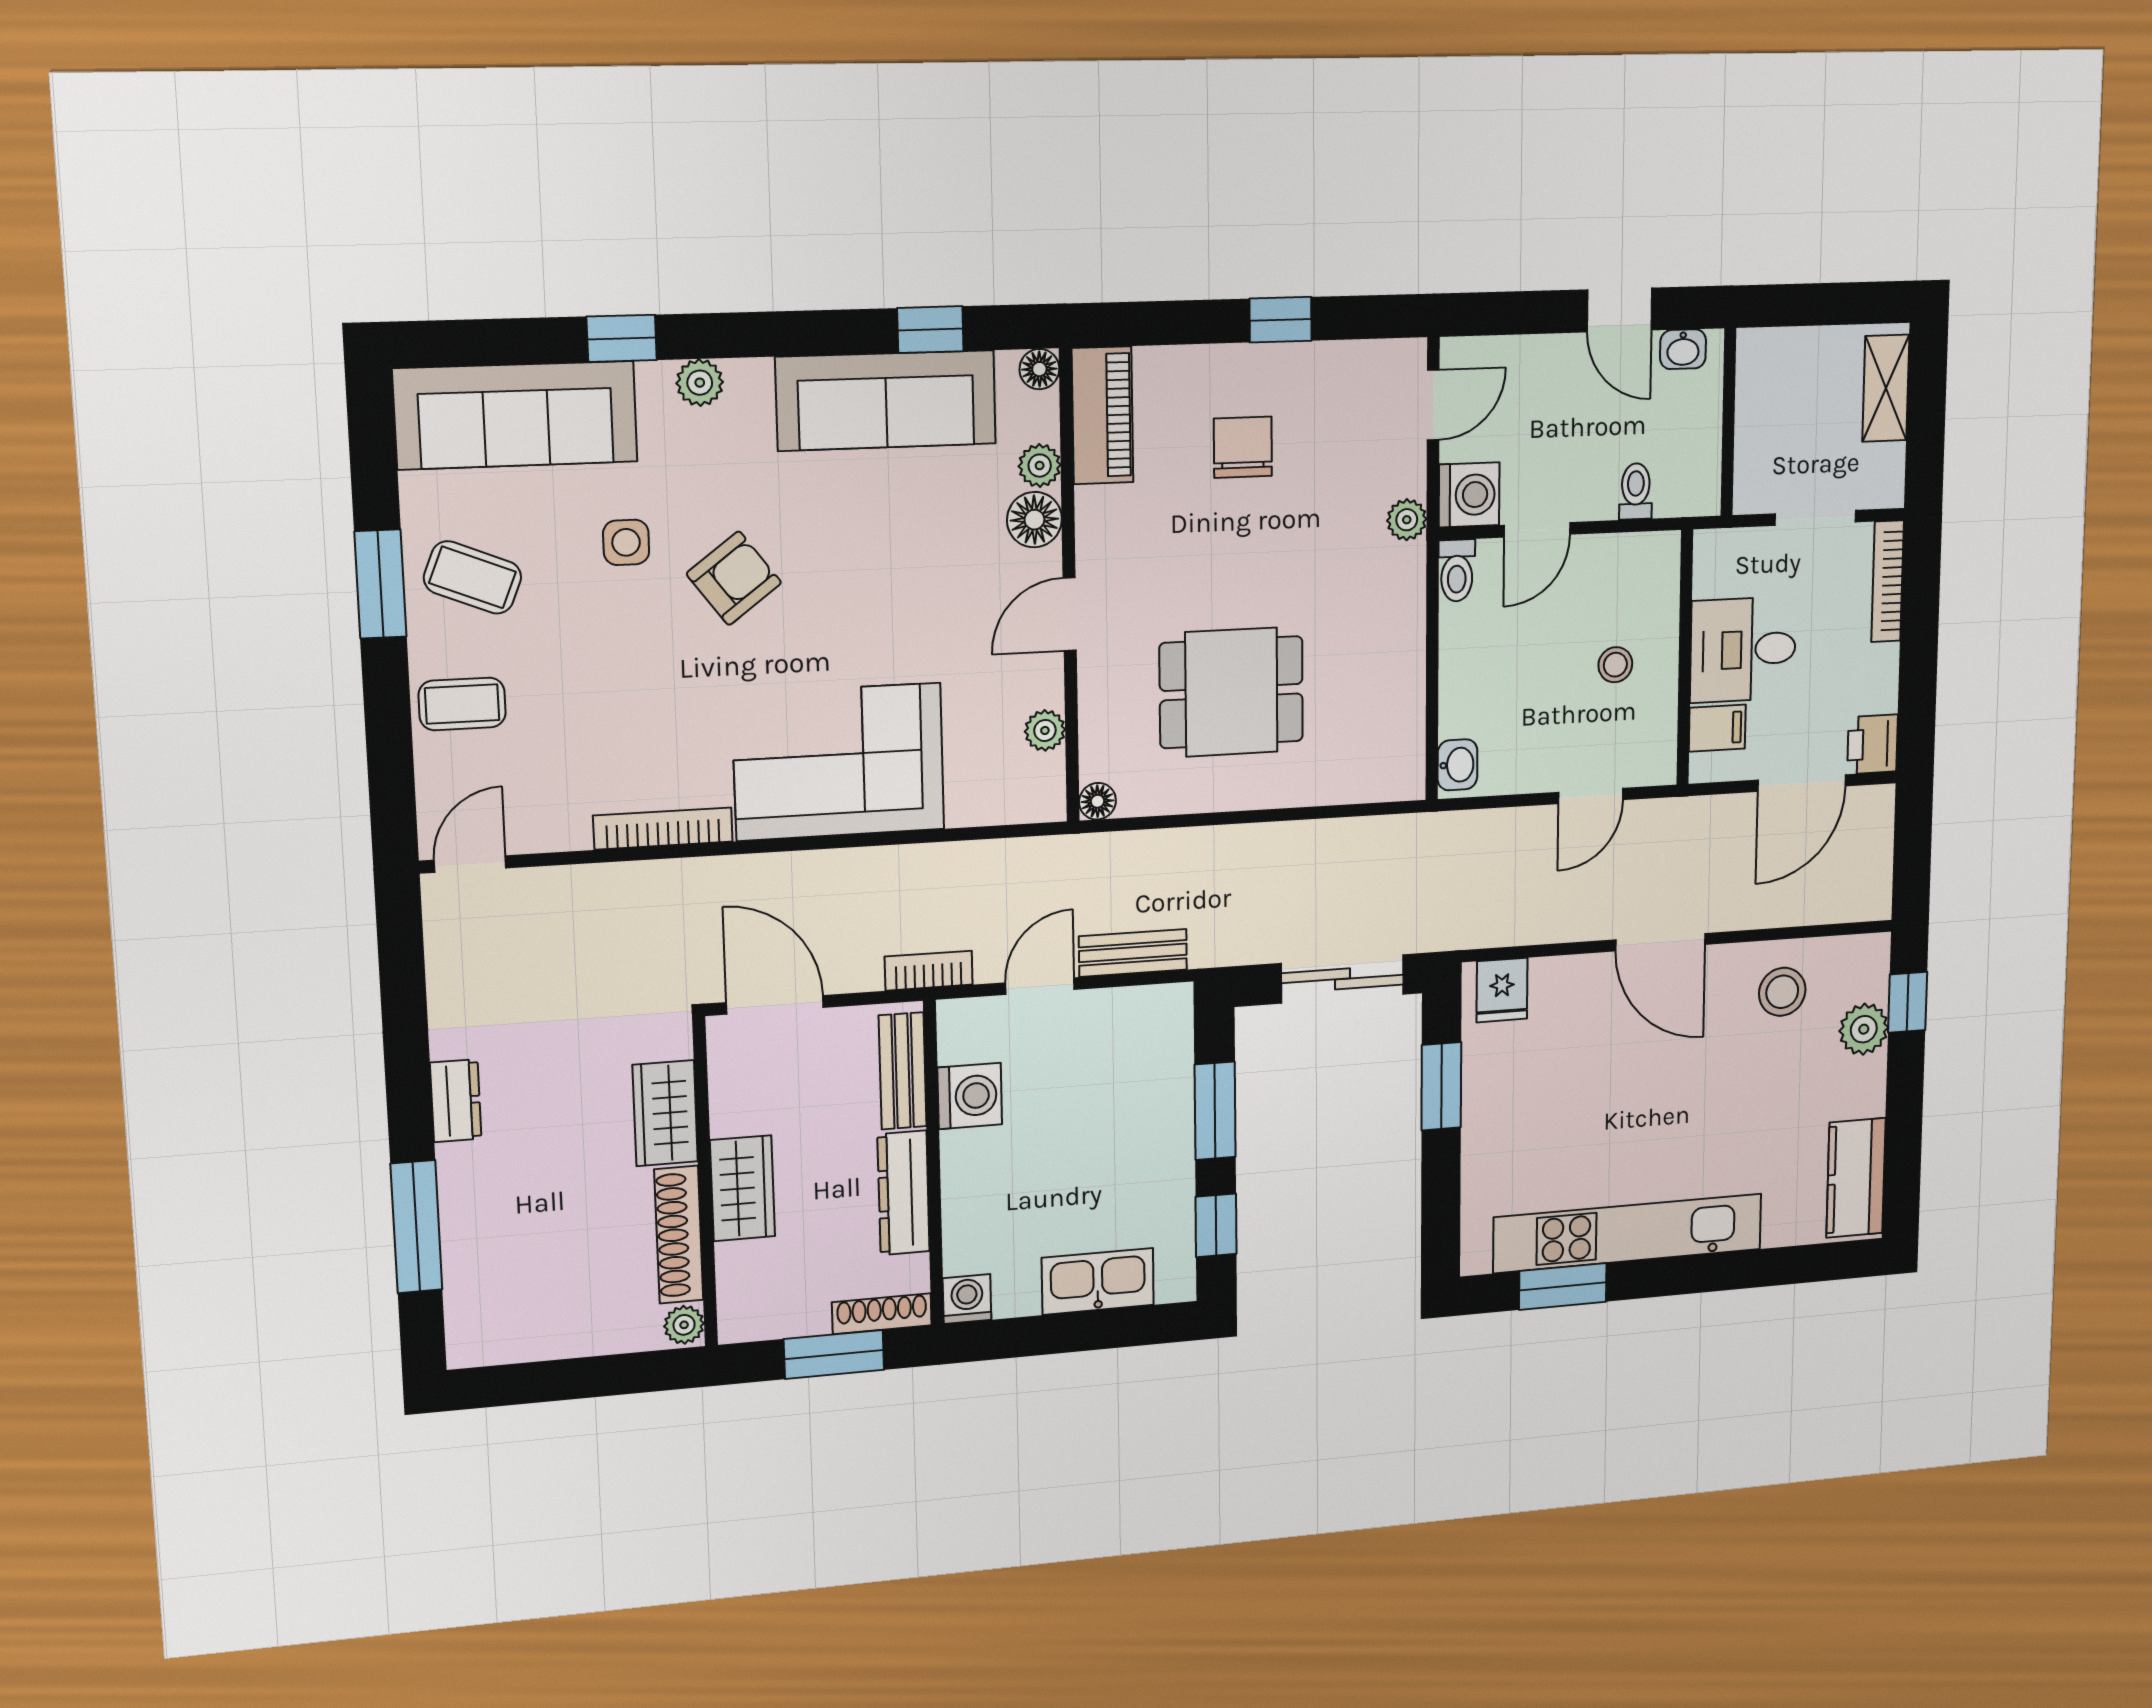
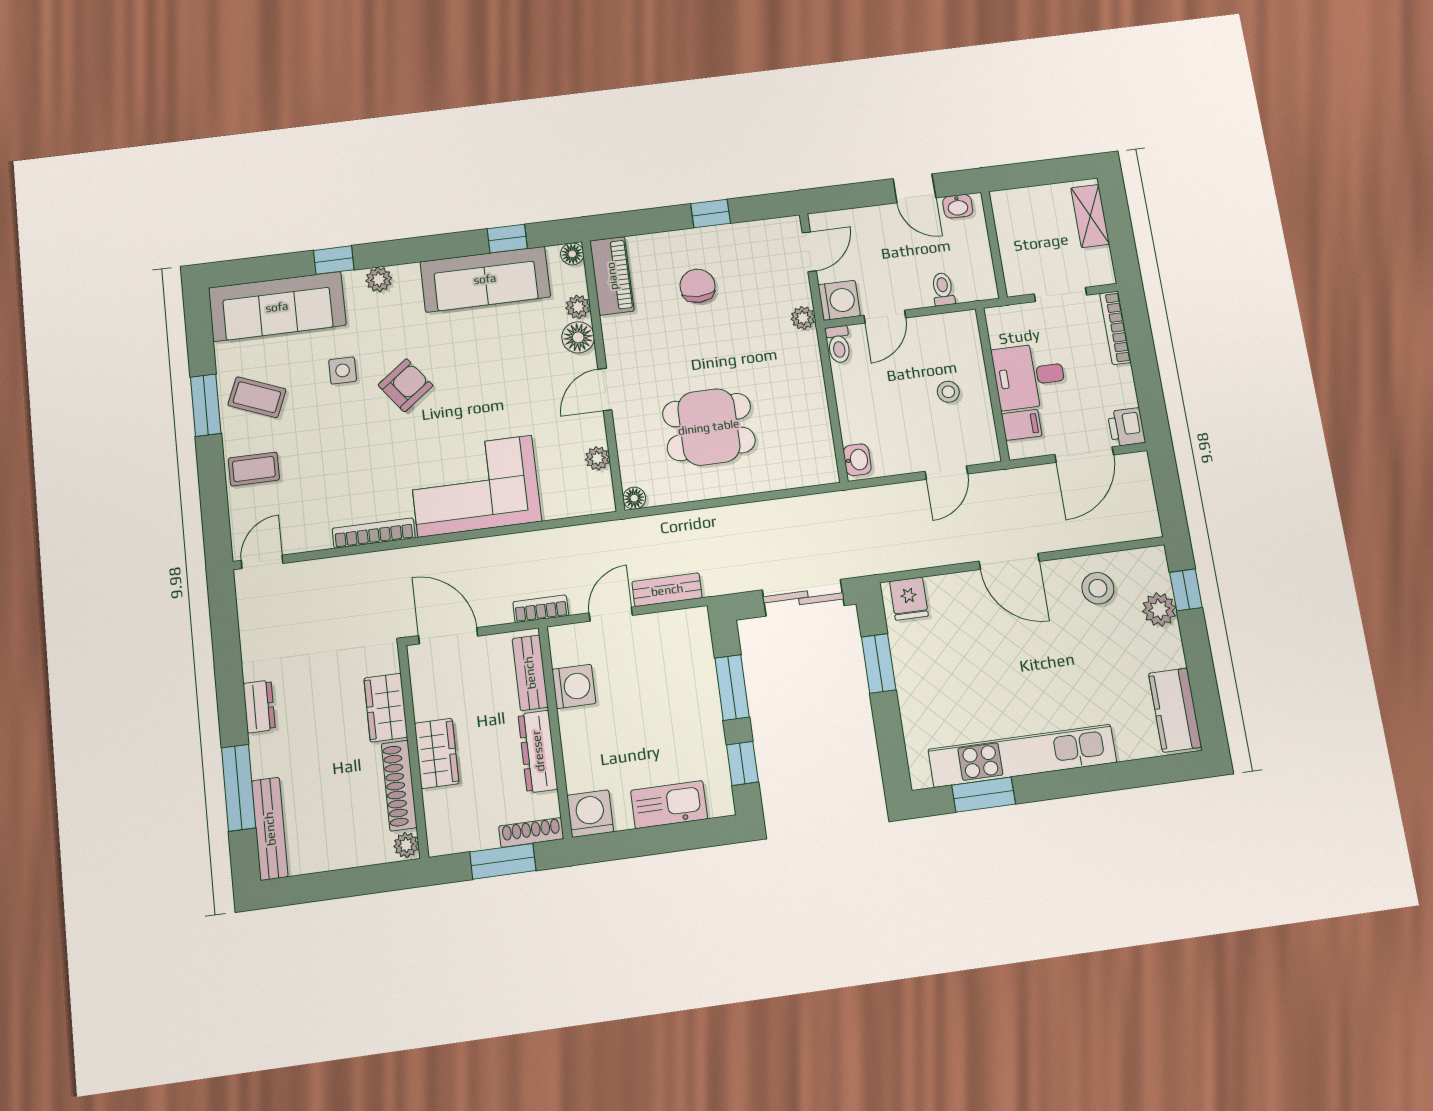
bench: (465, 1292) -> (270, 829), added
washing machine: (967, 1299) -> (590, 814), width x1.38, depth x1.38

